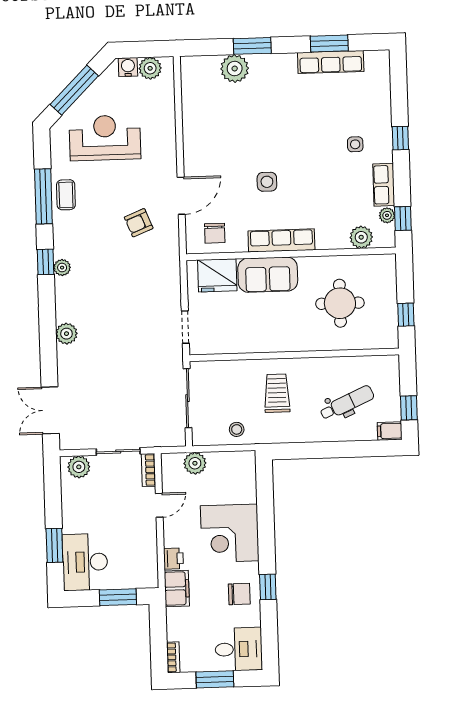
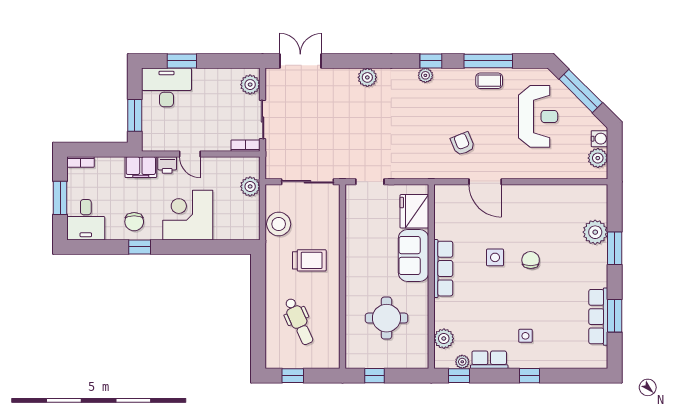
chair: (215, 233) -> (531, 260), moved, turned 90
stool: (237, 429) -> (279, 224), width x1.89, depth x1.89
filing cabinet: (390, 431) -> (273, 358), removed
door: (159, 505) -> (190, 154), moved

